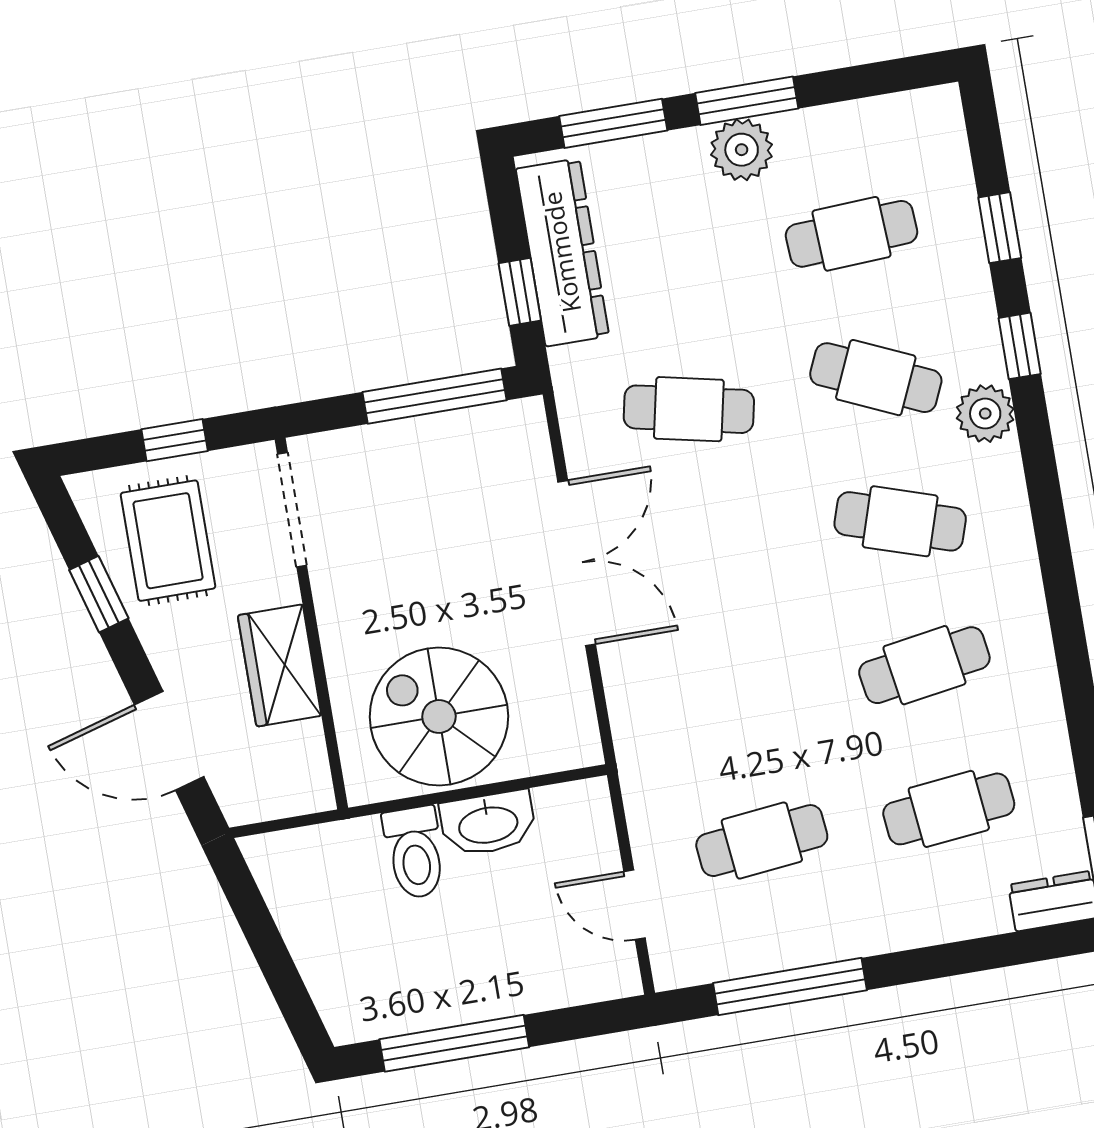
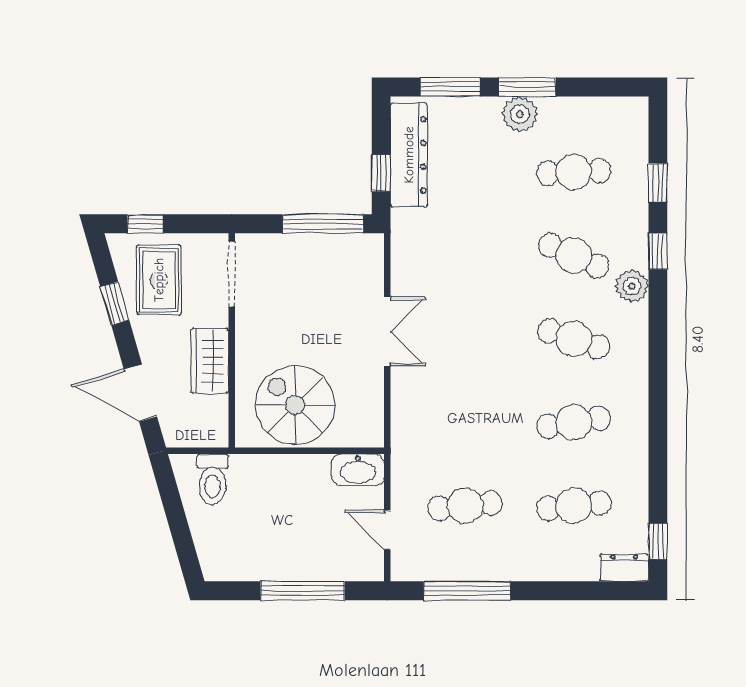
cafe table: (689, 409) -> (465, 255), removed
window: (175, 440) -> (145, 224), moved
double door: (577, 563) -> (387, 331), width x0.73
washbasin: (488, 823) -> (358, 470), moved
toilet: (415, 853) -> (213, 479), moved
window: (454, 1043) -> (303, 591), moved

